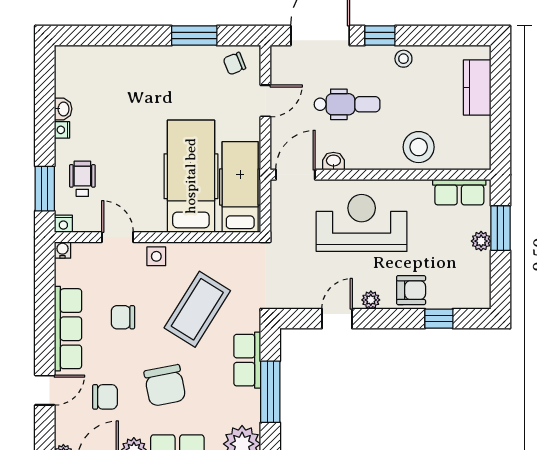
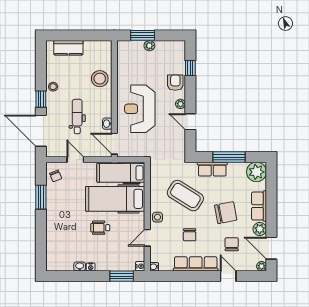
wheelchair: (82, 179) -> (100, 228), moved
row of seats: (459, 192) -> (124, 57), removed

